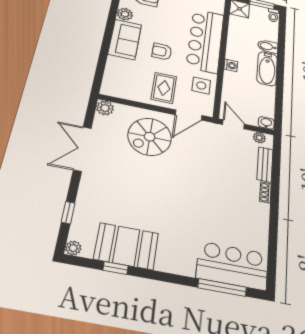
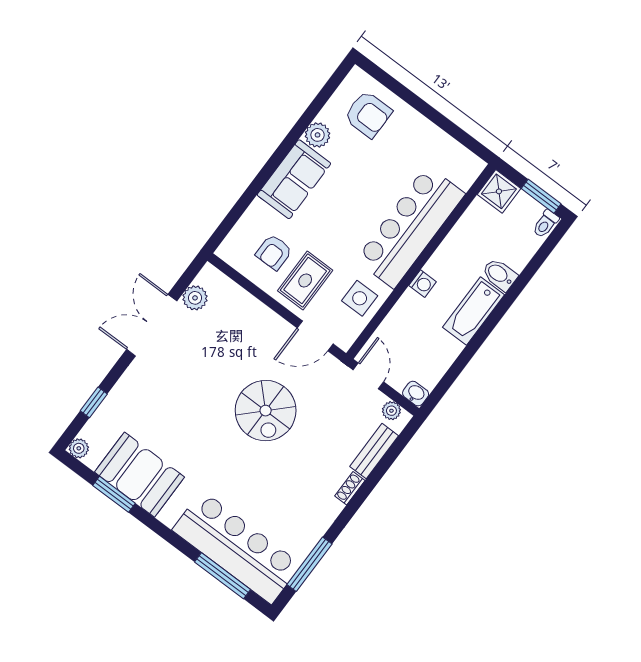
armchair: (162, 52) -> (274, 252), moved, turned -90
plant: (105, 108) -> (195, 298), moved
spiral stairs: (150, 137) -> (266, 411), moved, turned -90
window: (272, 251) -> (309, 564), added
bar counter: (232, 266) -> (237, 547), width x1.36
window: (116, 268) -> (114, 494), width x1.50

